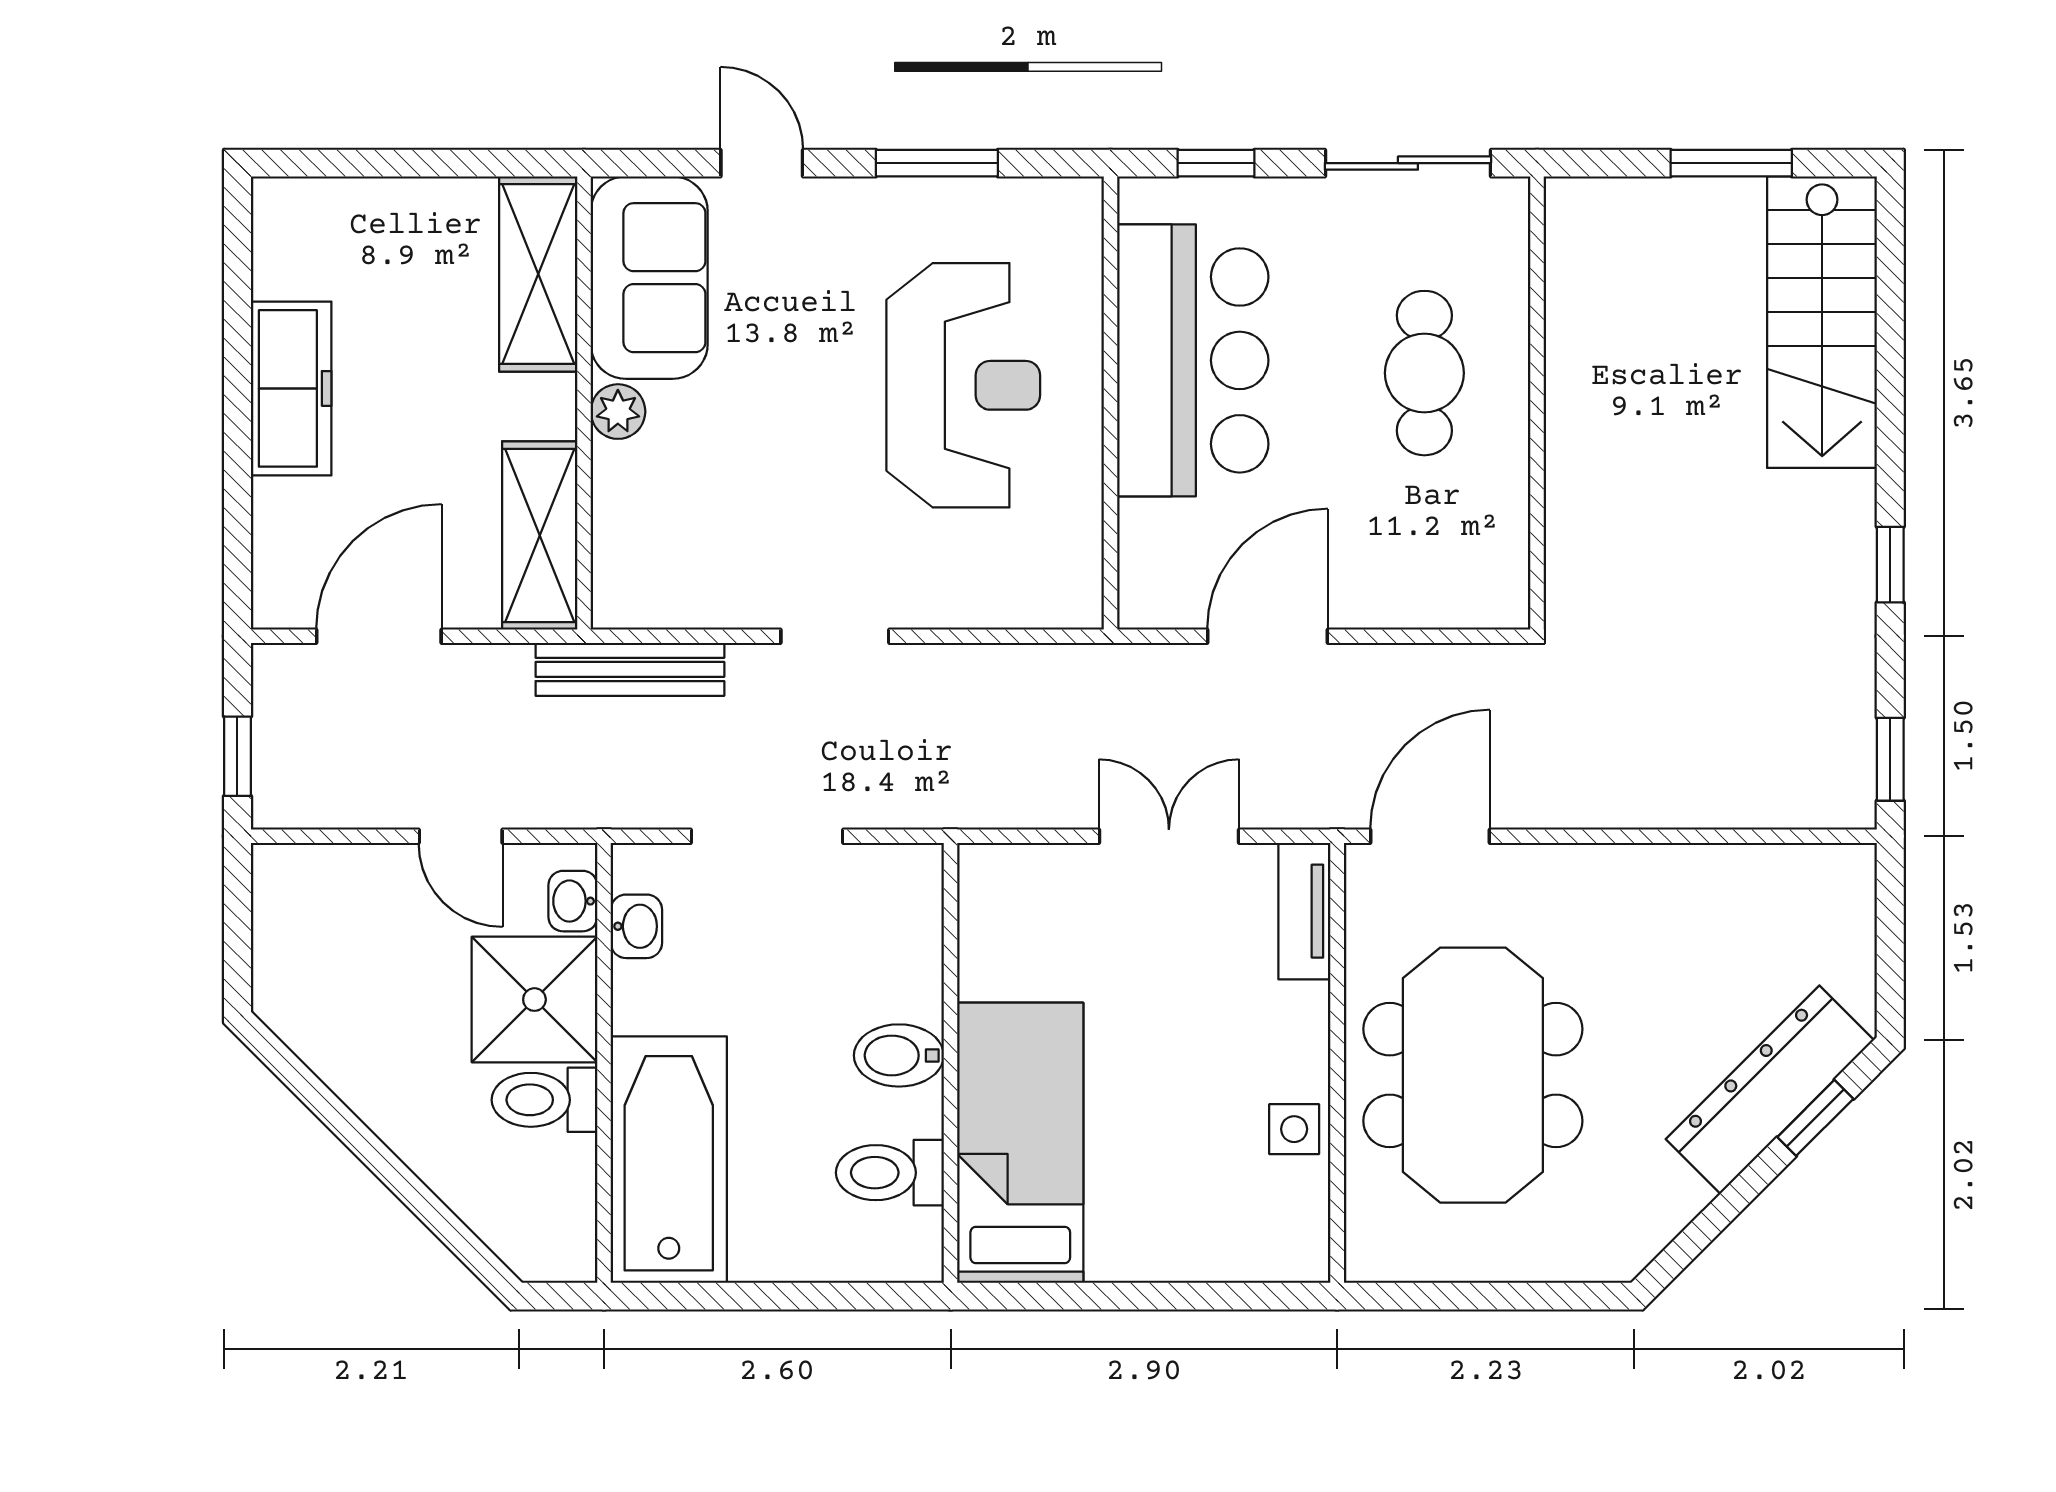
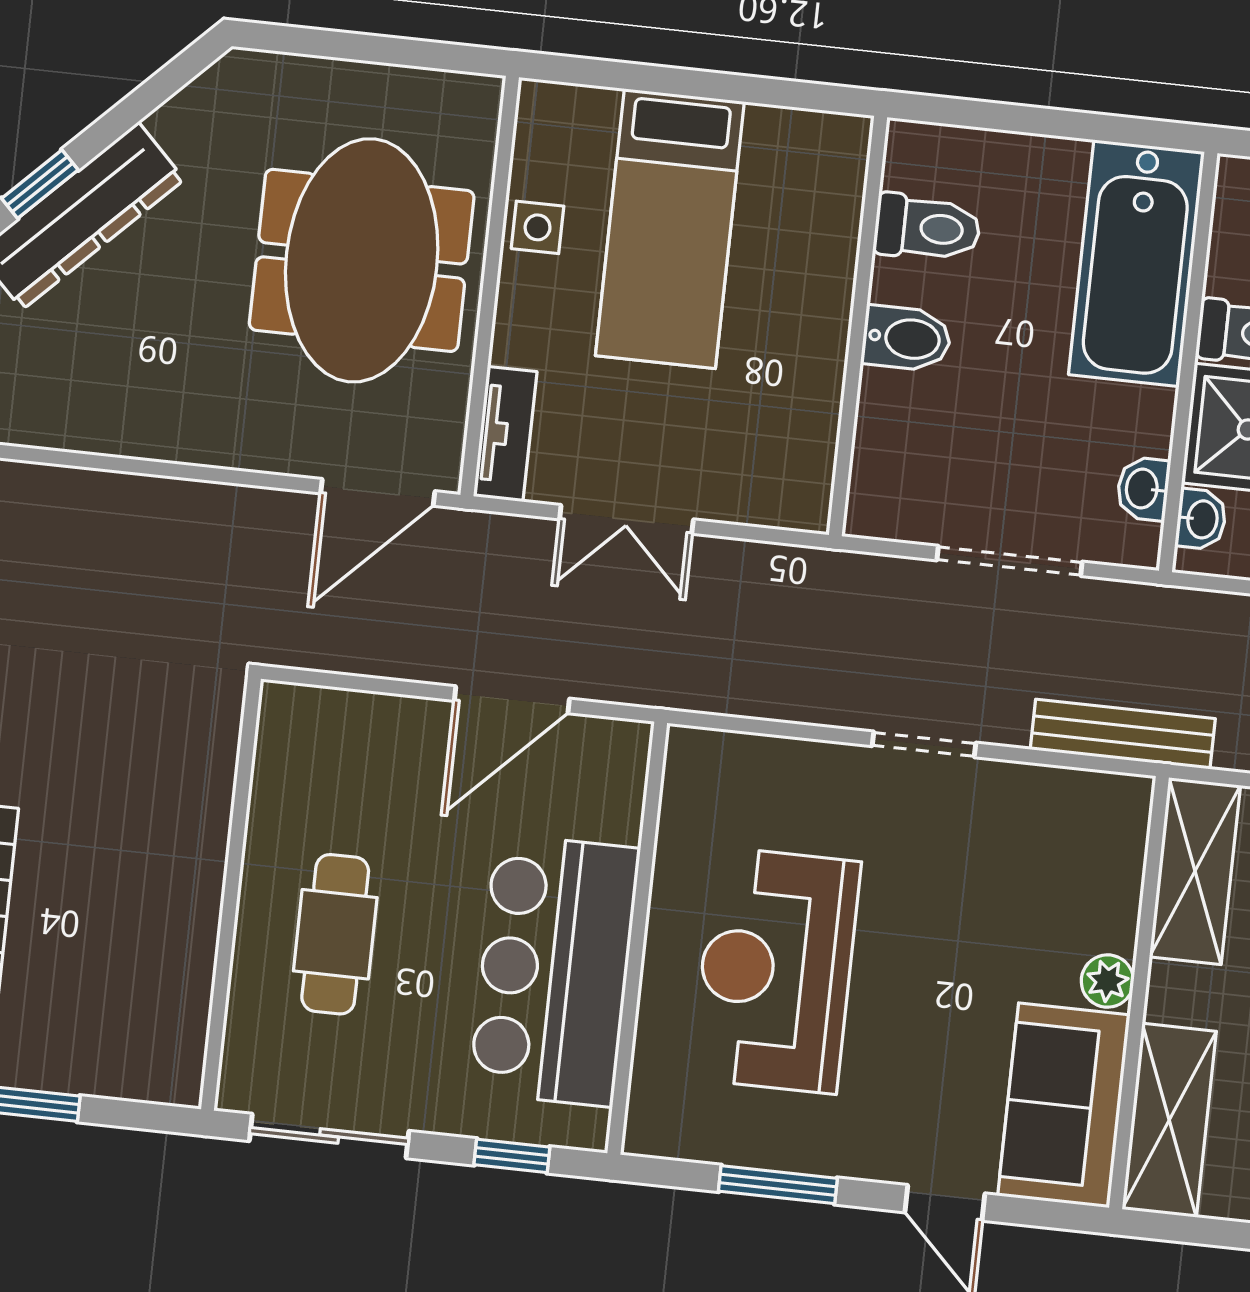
bed: (1020, 1143) -> (670, 229), moved

